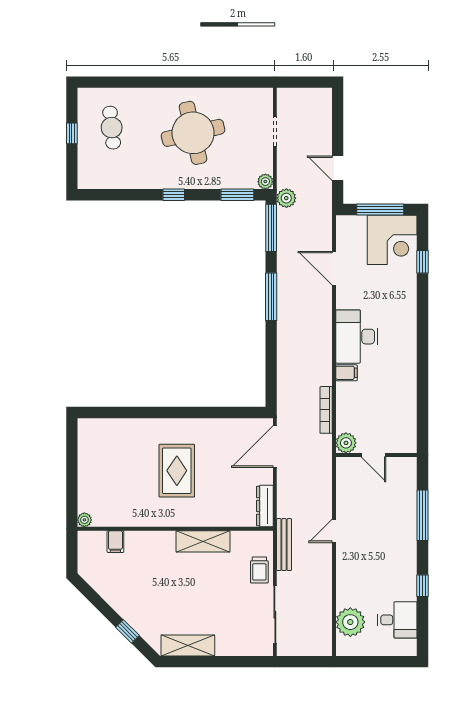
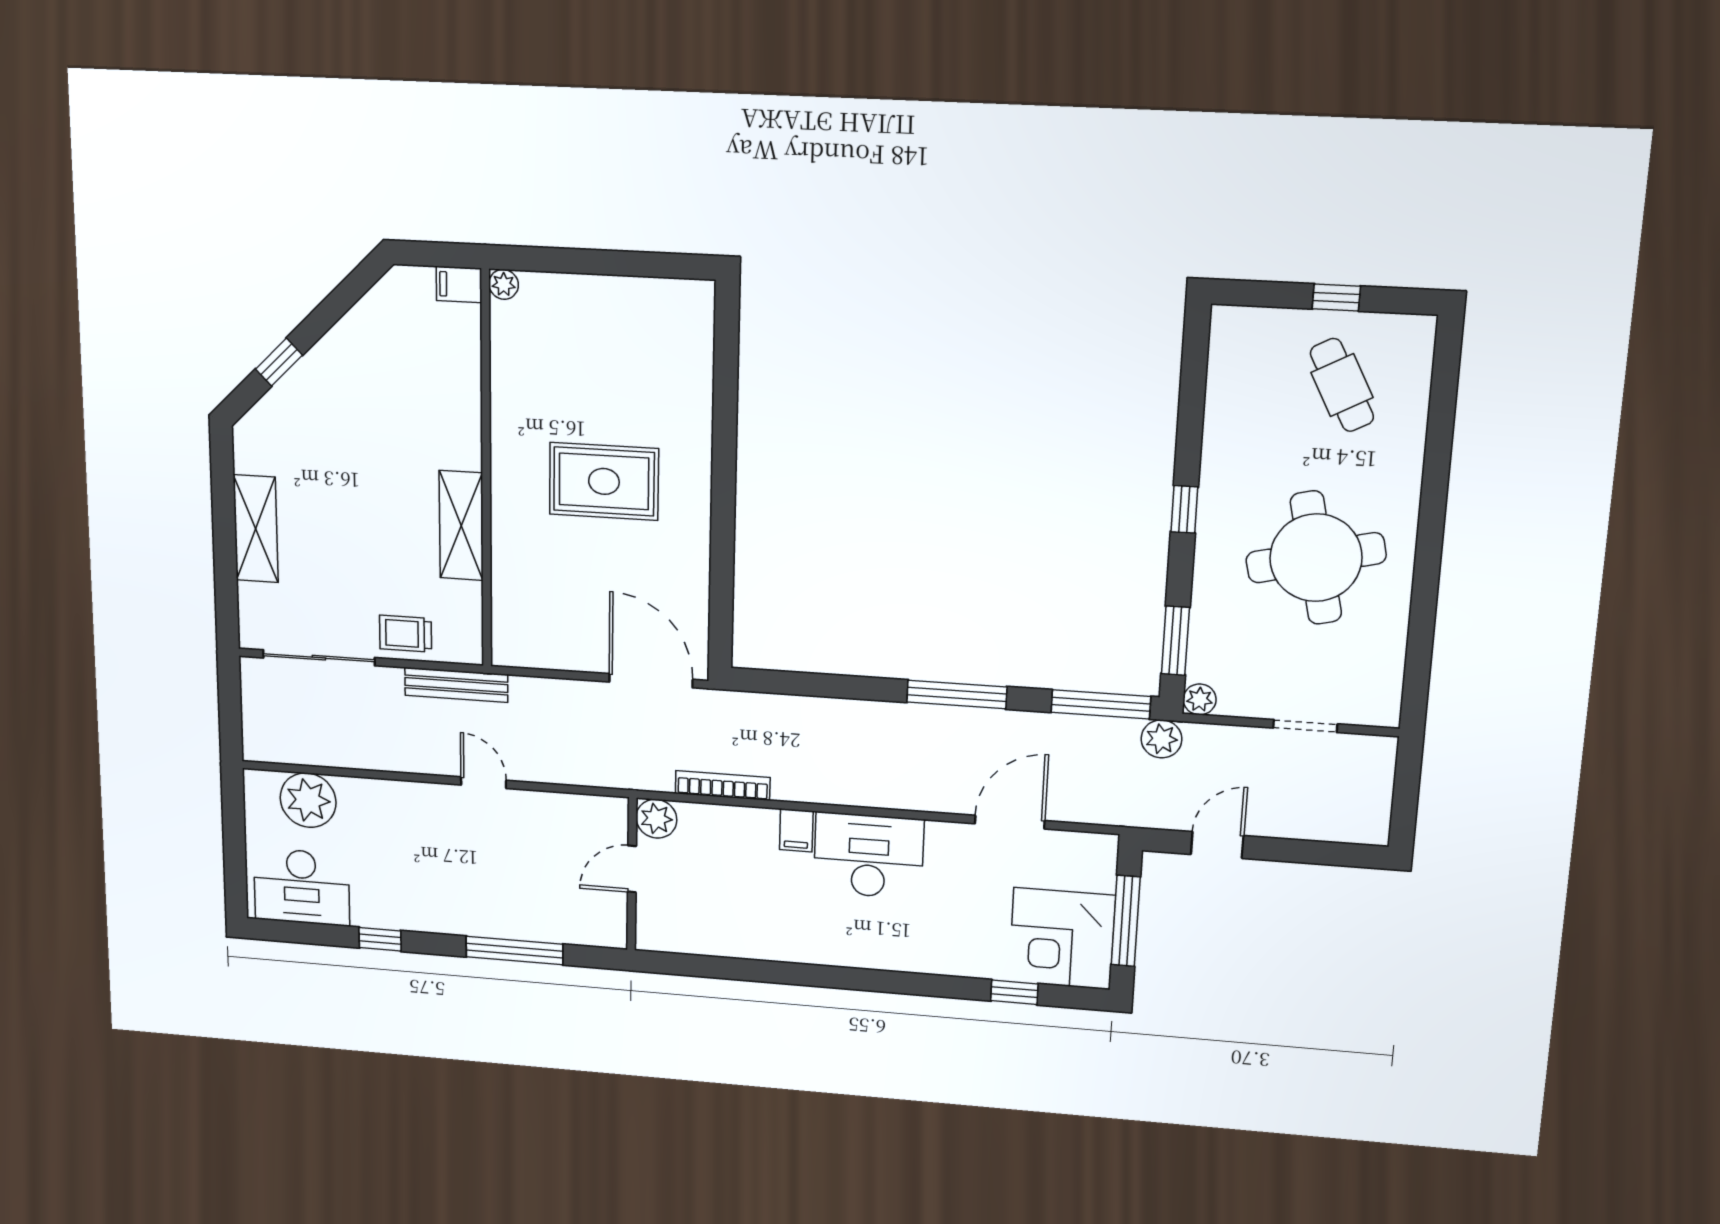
cafe table: (112, 128) -> (1342, 385), turned 68
dresser: (265, 506) -> (532, 653), removed
filing cabinet: (115, 542) -> (459, 285), moved
desk: (397, 620) -> (302, 887), width x1.37
shelving: (188, 645) -> (256, 529), moved

